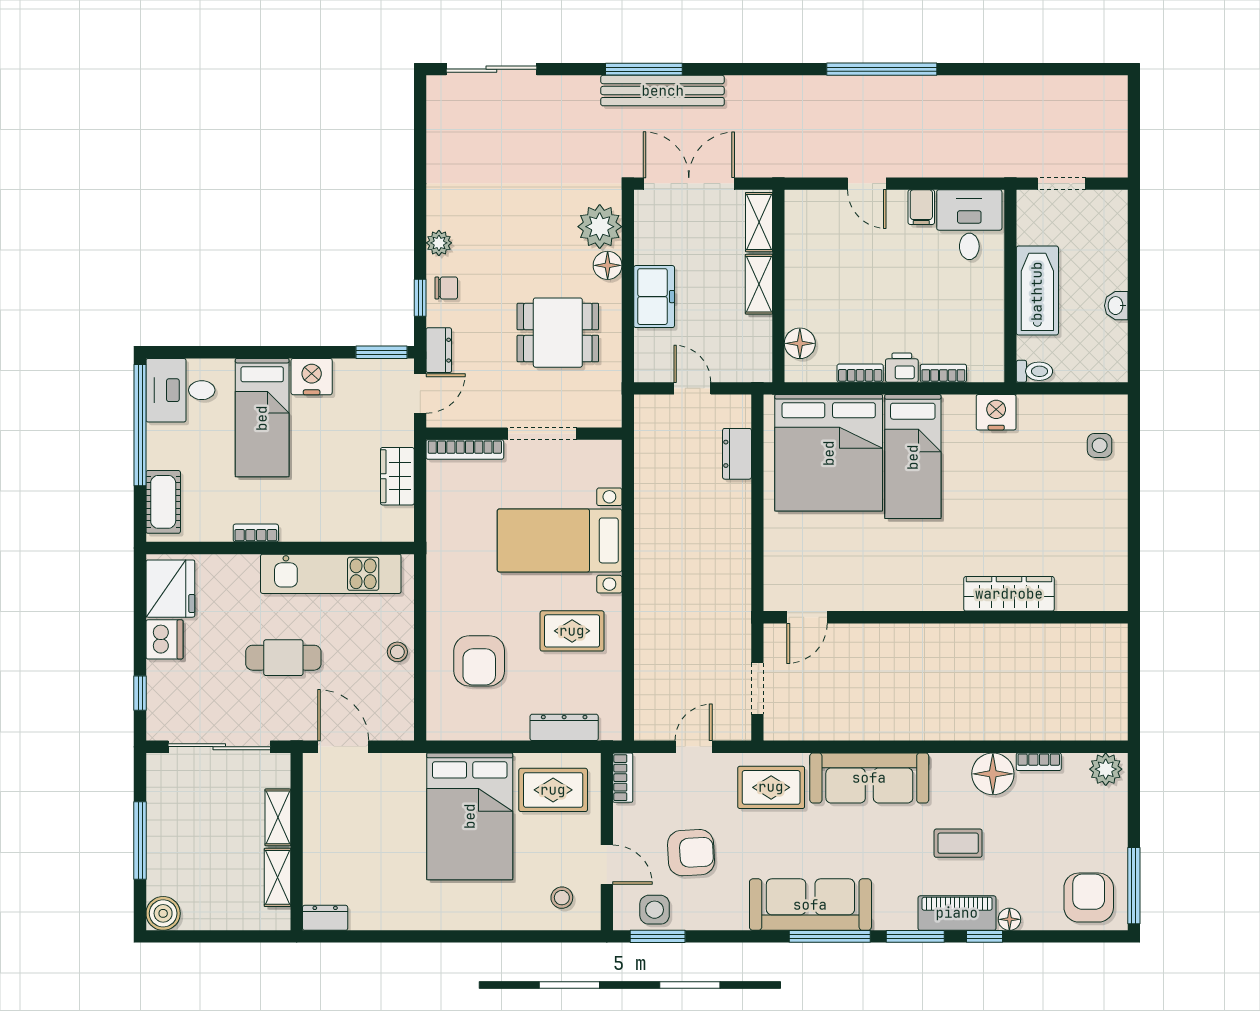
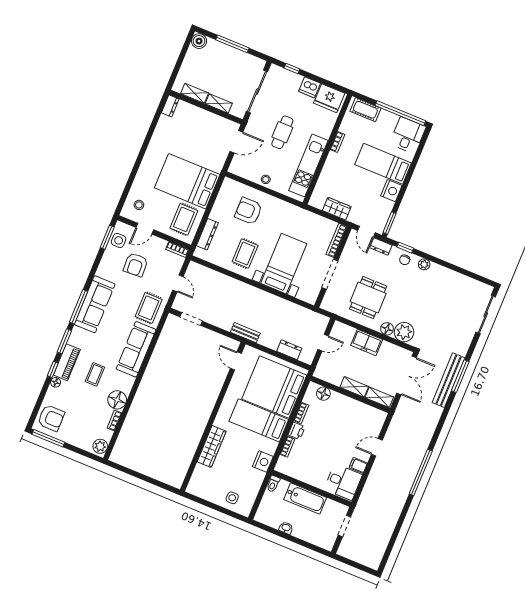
bench: (739, 561) -> (245, 333), added
wardrobe: (1009, 594) -> (212, 446), moved
door: (807, 617) -> (236, 361), moved
wall: (946, 617) -> (213, 417), moved

